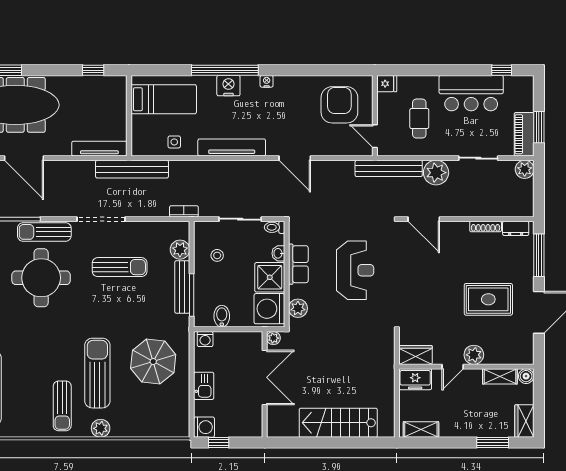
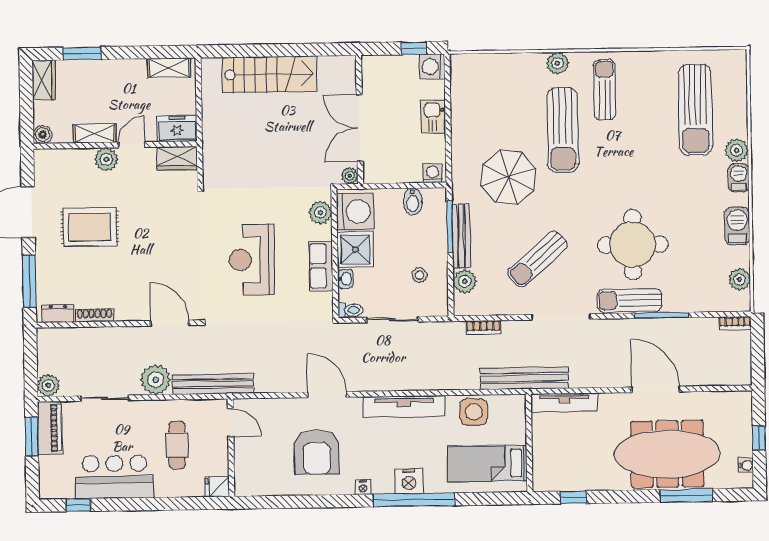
armchair: (339, 105) -> (317, 452), moved
side table: (174, 142) -> (474, 412), width x1.87, depth x1.87
bookcase: (184, 211) -> (483, 328), moved
sun lounger: (44, 232) -> (630, 300), turned 180
sun lounger: (120, 267) -> (538, 259), turned -41
parasol: (153, 362) -> (509, 177), moved
shelving: (500, 376) -> (95, 133), moved

